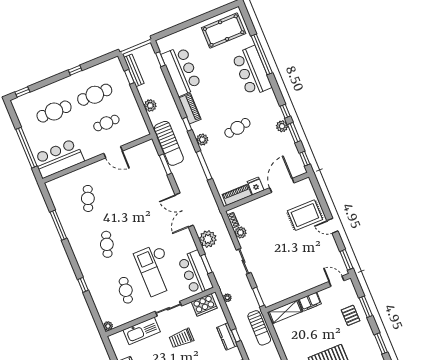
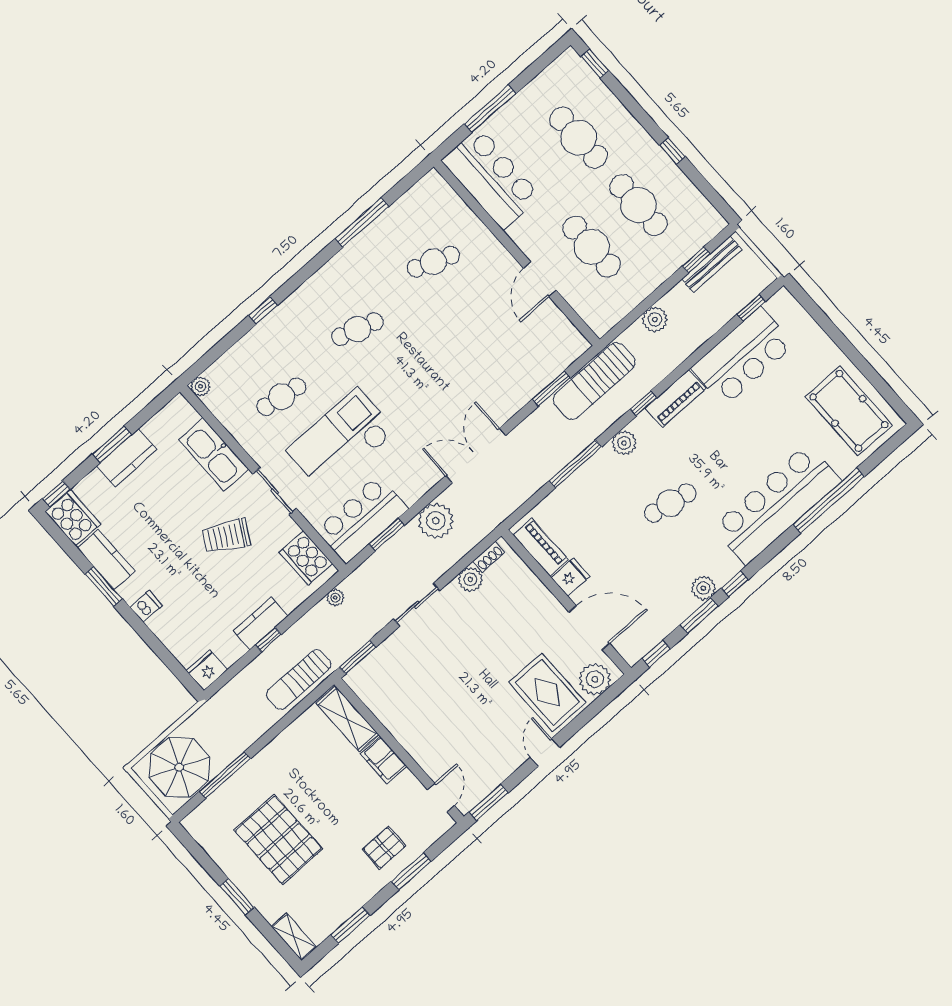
bar counter: (252, 71) -> (777, 504), width x1.36
cafe table: (106, 123) -> (592, 247), width x1.37, depth x1.35
cafe table: (237, 128) -> (670, 503), turned -70
window: (26, 148) -> (490, 109), width x0.68
plant: (307, 191) -> (595, 679), added
trolley: (181, 338) -> (226, 536), turned -61

